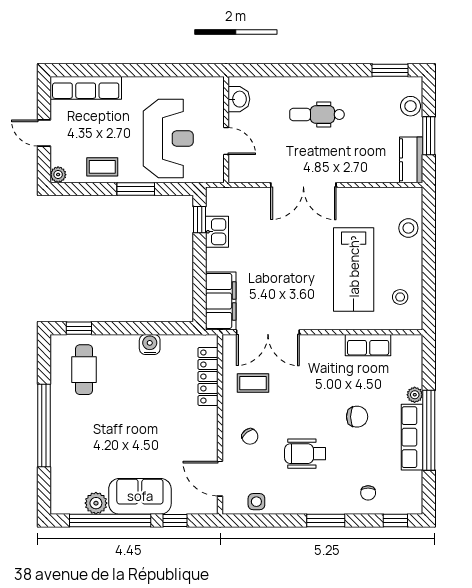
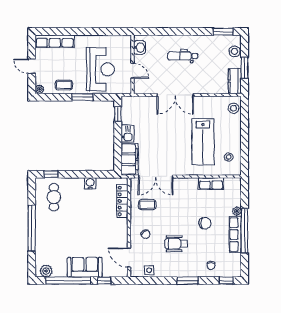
stool: (408, 228) -> (234, 108), moved
kitchen sink: (217, 232) -> (127, 133), moved
plant: (96, 503) -> (46, 271), moved

